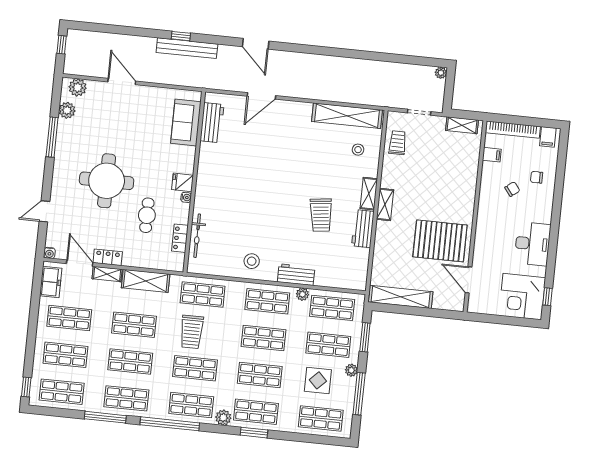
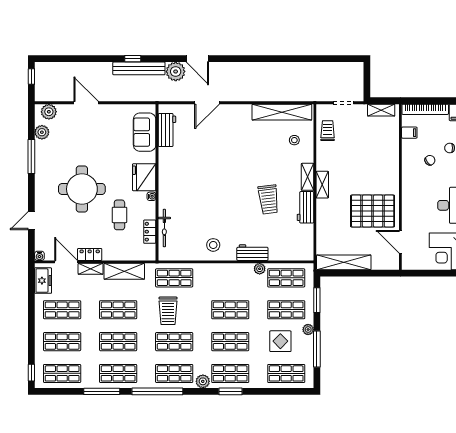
plant: (441, 73) -> (176, 71), moved, width x1.87, depth x1.87
fridge: (183, 182) -> (144, 177), width x1.88, depth x1.34
shop shelf: (267, 301) -> (230, 278), removed

